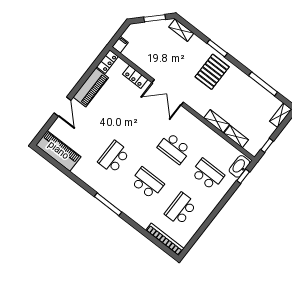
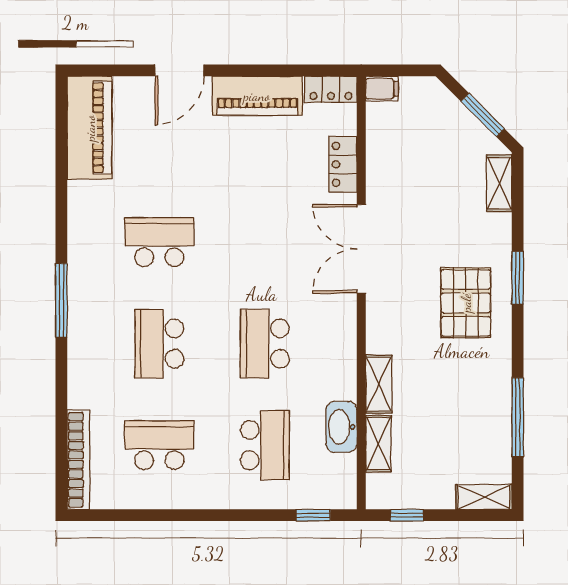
pallet: (212, 72) -> (466, 303), turned 90
washbasin: (239, 166) -> (341, 427), moved, turned -90
school desk: (147, 183) -> (159, 344), turned 180

